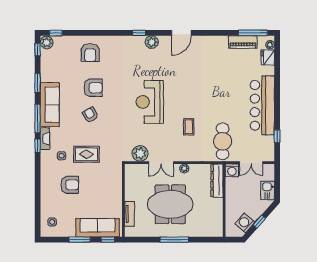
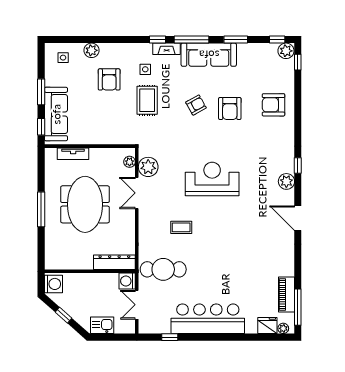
plant: (184, 168) -> (130, 162), moved
plant: (46, 199) -> (91, 50), added
washing machine: (245, 223) -> (53, 284), moved, turned 48

